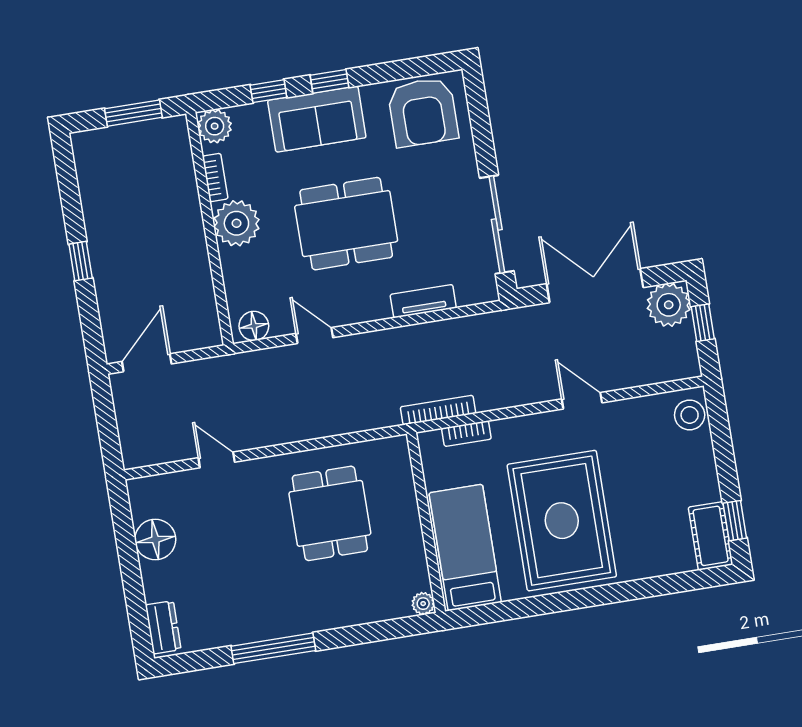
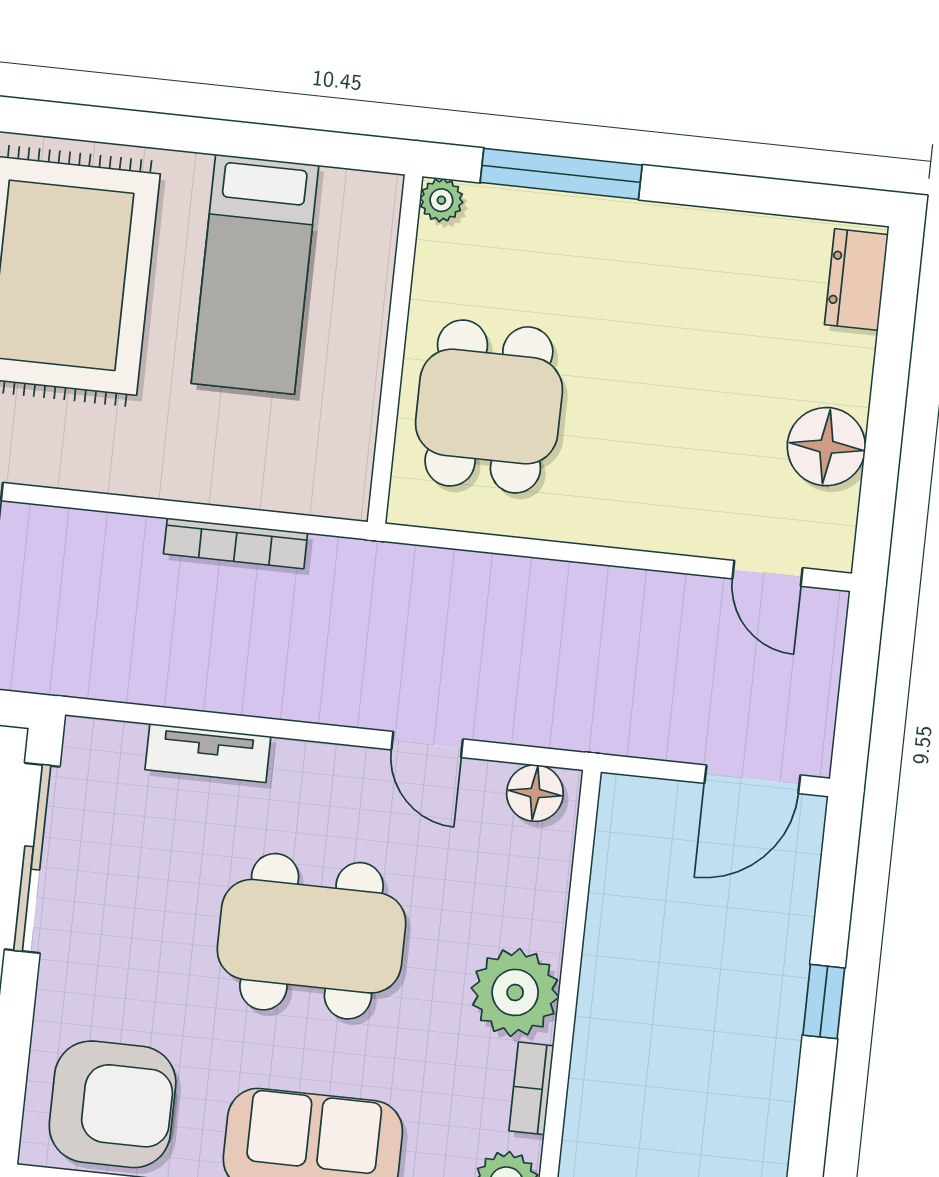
armchair: (423, 112) -> (113, 1104), turned 90
bookcase: (466, 434) -> (195, 485), removed
door: (217, 460) -> (768, 573), moved
wall: (426, 523) -> (395, 349), moved
plant: (423, 604) -> (441, 200), moved
window: (273, 648) -> (561, 174), moved

